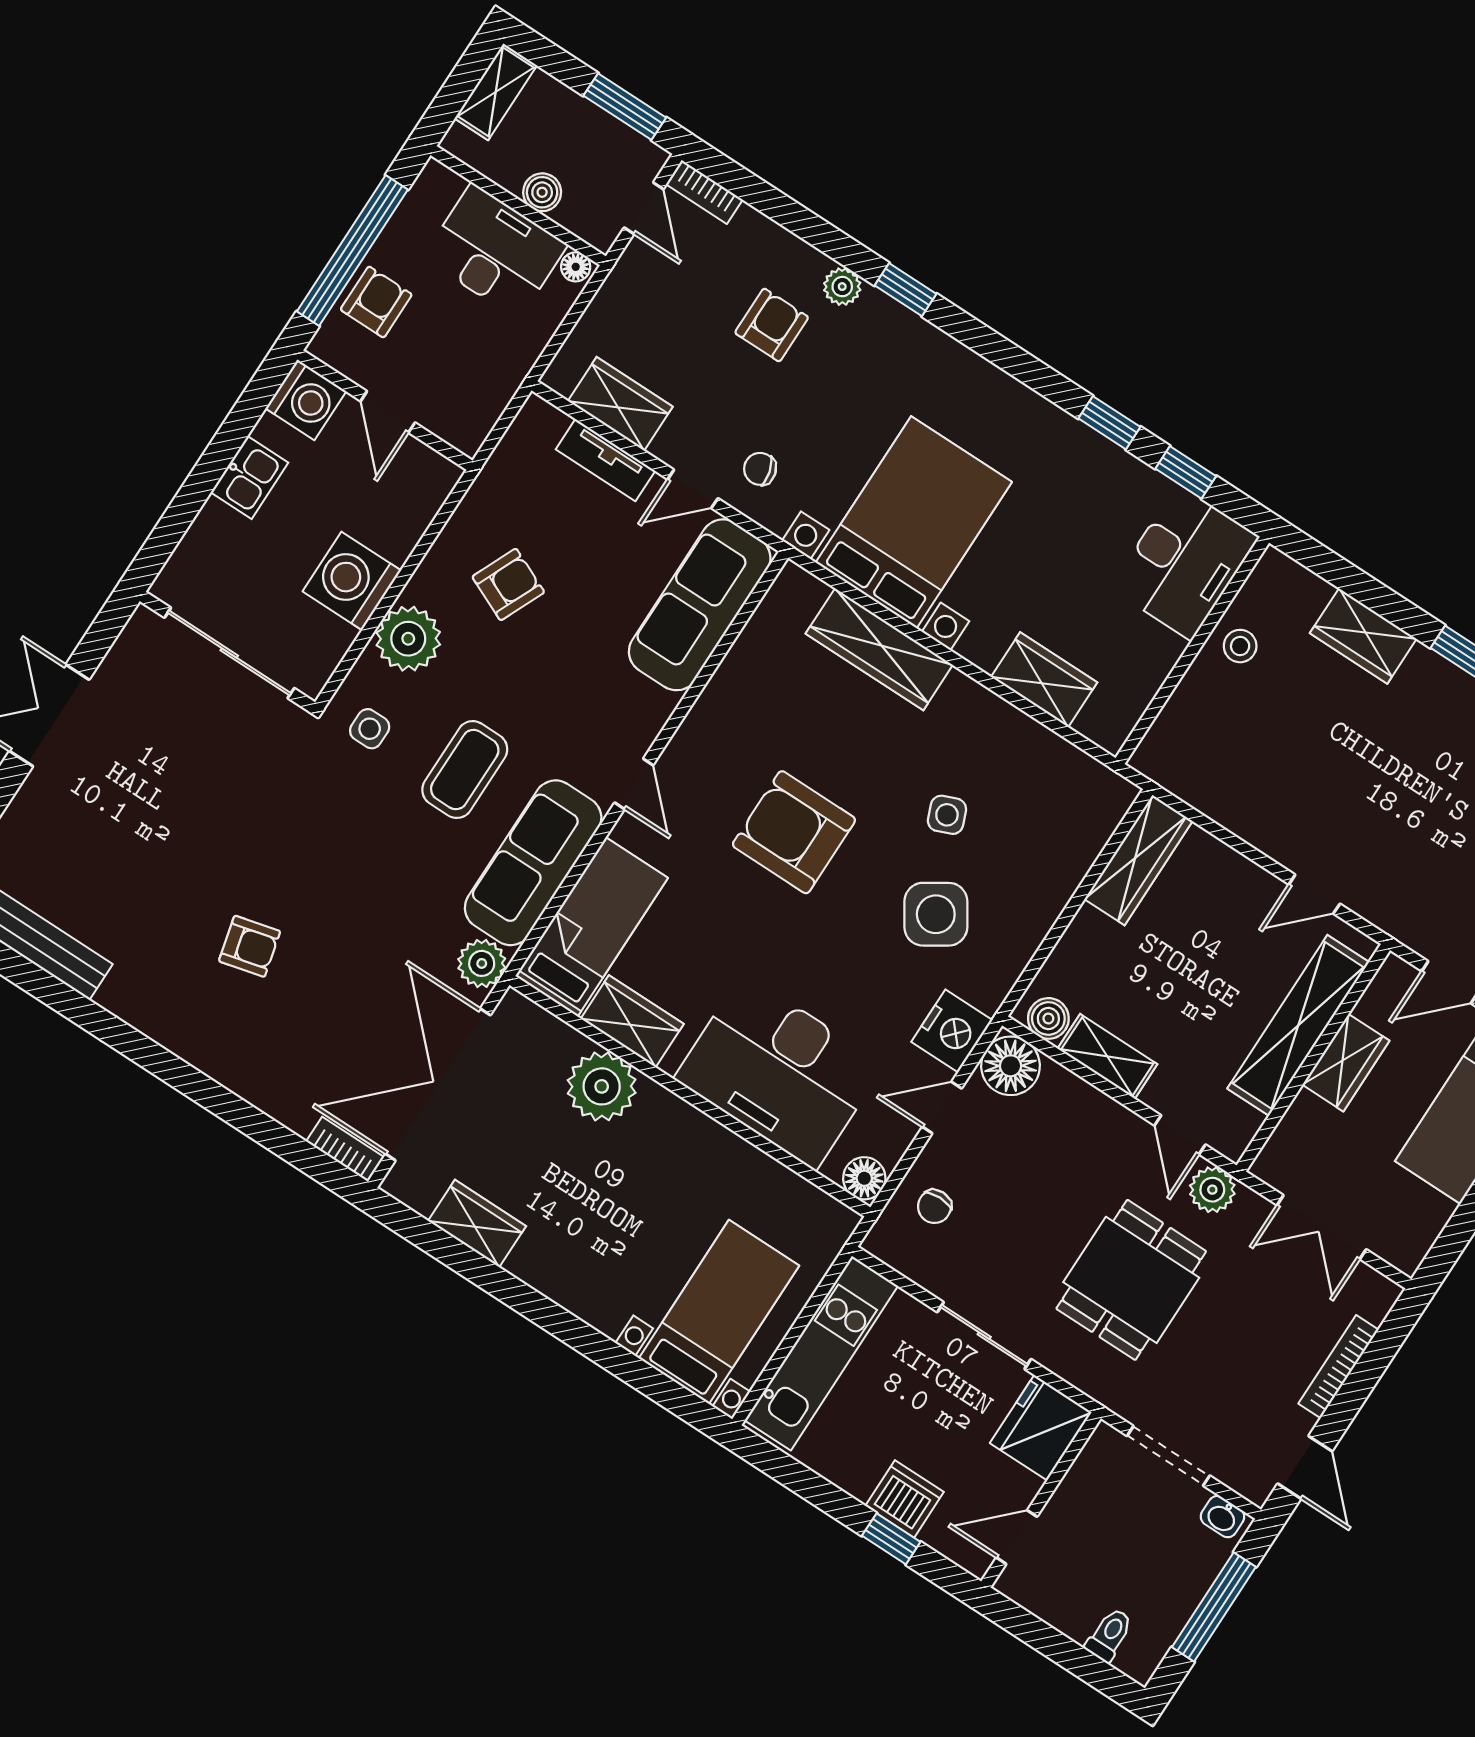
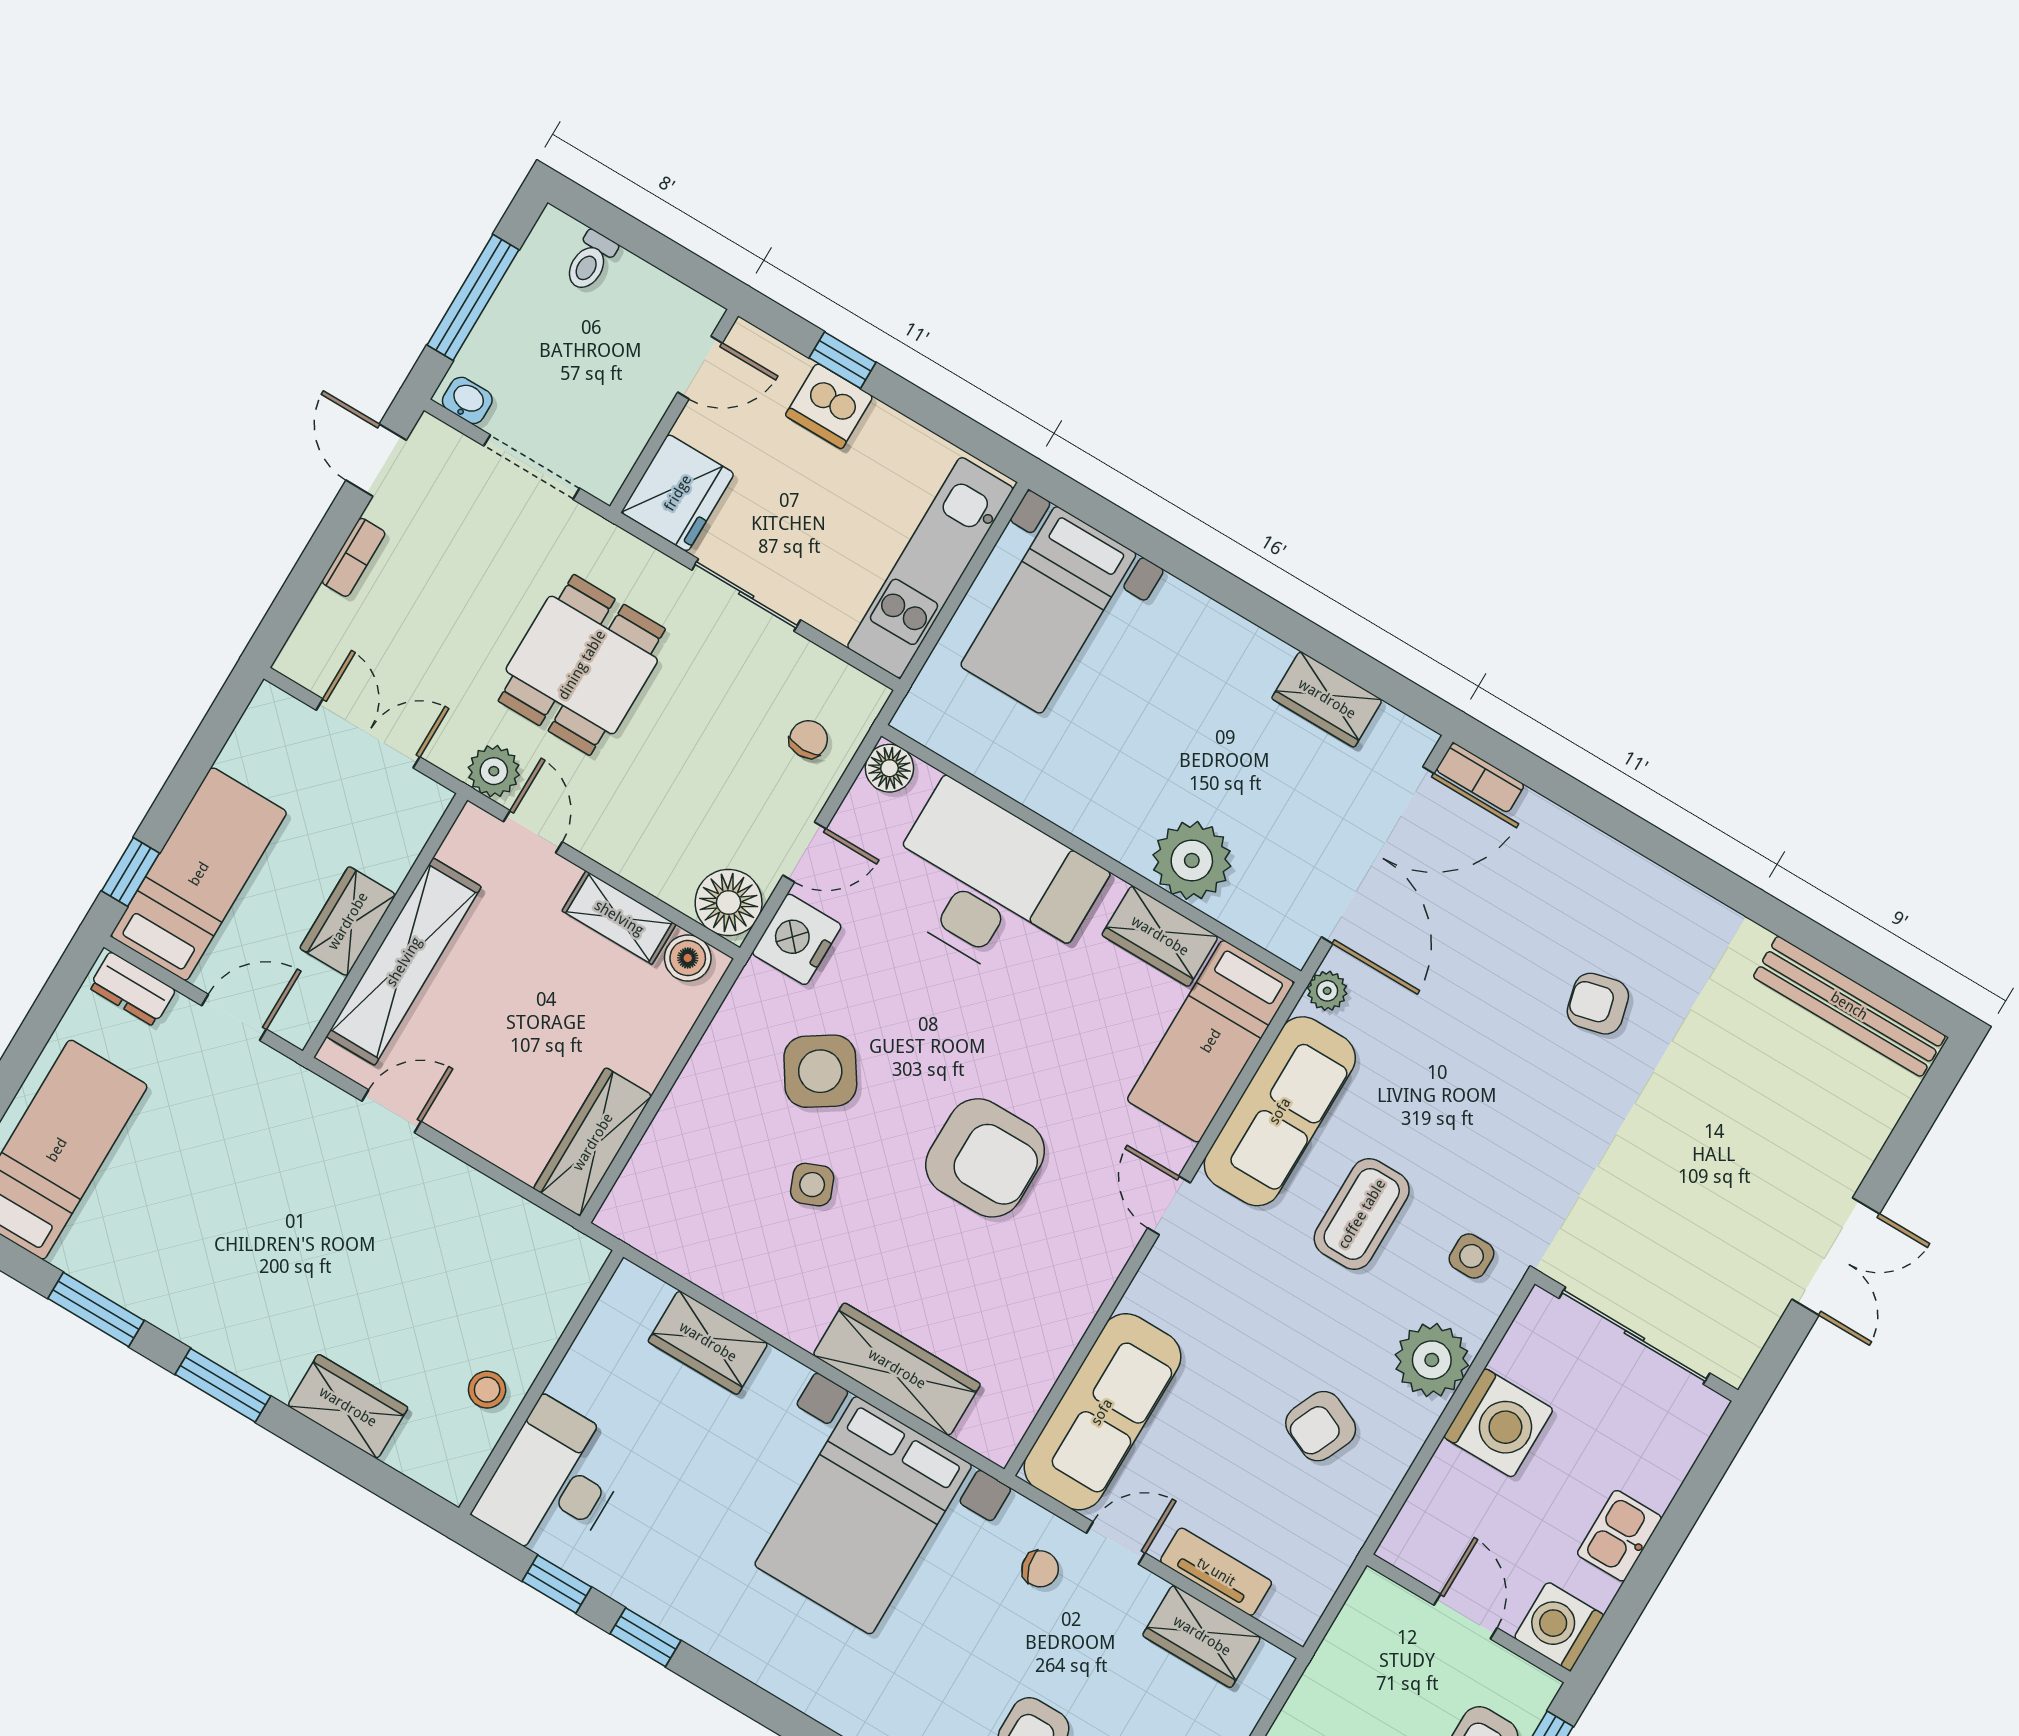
plant: (482, 963) -> (1327, 991), width x0.73, depth x0.73
bookcase: (1338, 1367) -> (354, 557), width x0.64

